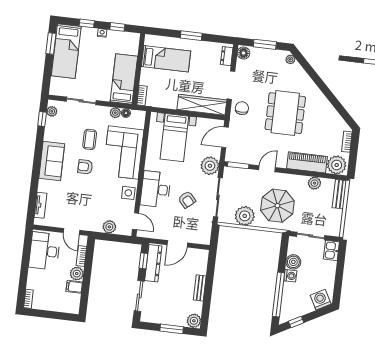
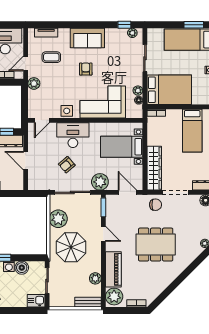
bed: (124, 79) -> (169, 90), width x1.50
coffee table: (90, 139) -> (51, 57), moved
plant: (109, 227) -> (34, 83), moved

